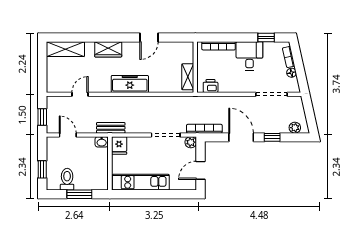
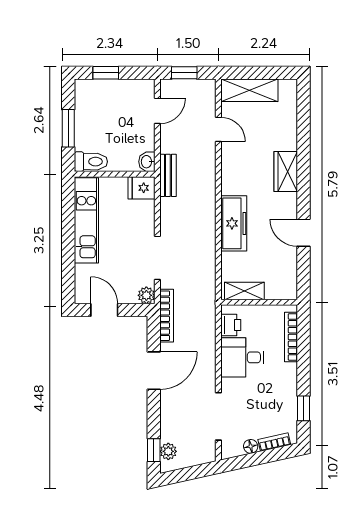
shelving: (65, 49) -> (249, 90), moved, turned 90
desk: (249, 56) -> (242, 357), moved, turned 180
freezer: (130, 84) -> (234, 223), moved
window: (272, 137) -> (154, 450), moved
toilet: (67, 179) -> (91, 162), moved

